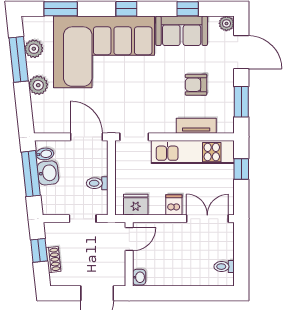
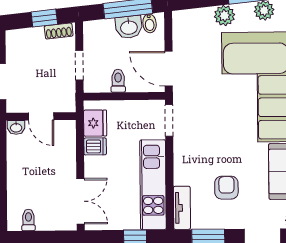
tv unit: (196, 126) -> (182, 208), moved
door: (86, 137) -> (169, 69), swing flipped
dishwasher: (174, 205) -> (95, 146), moved
door: (129, 239) -> (41, 116), moved
shoe rack: (53, 260) -> (59, 31), moved

